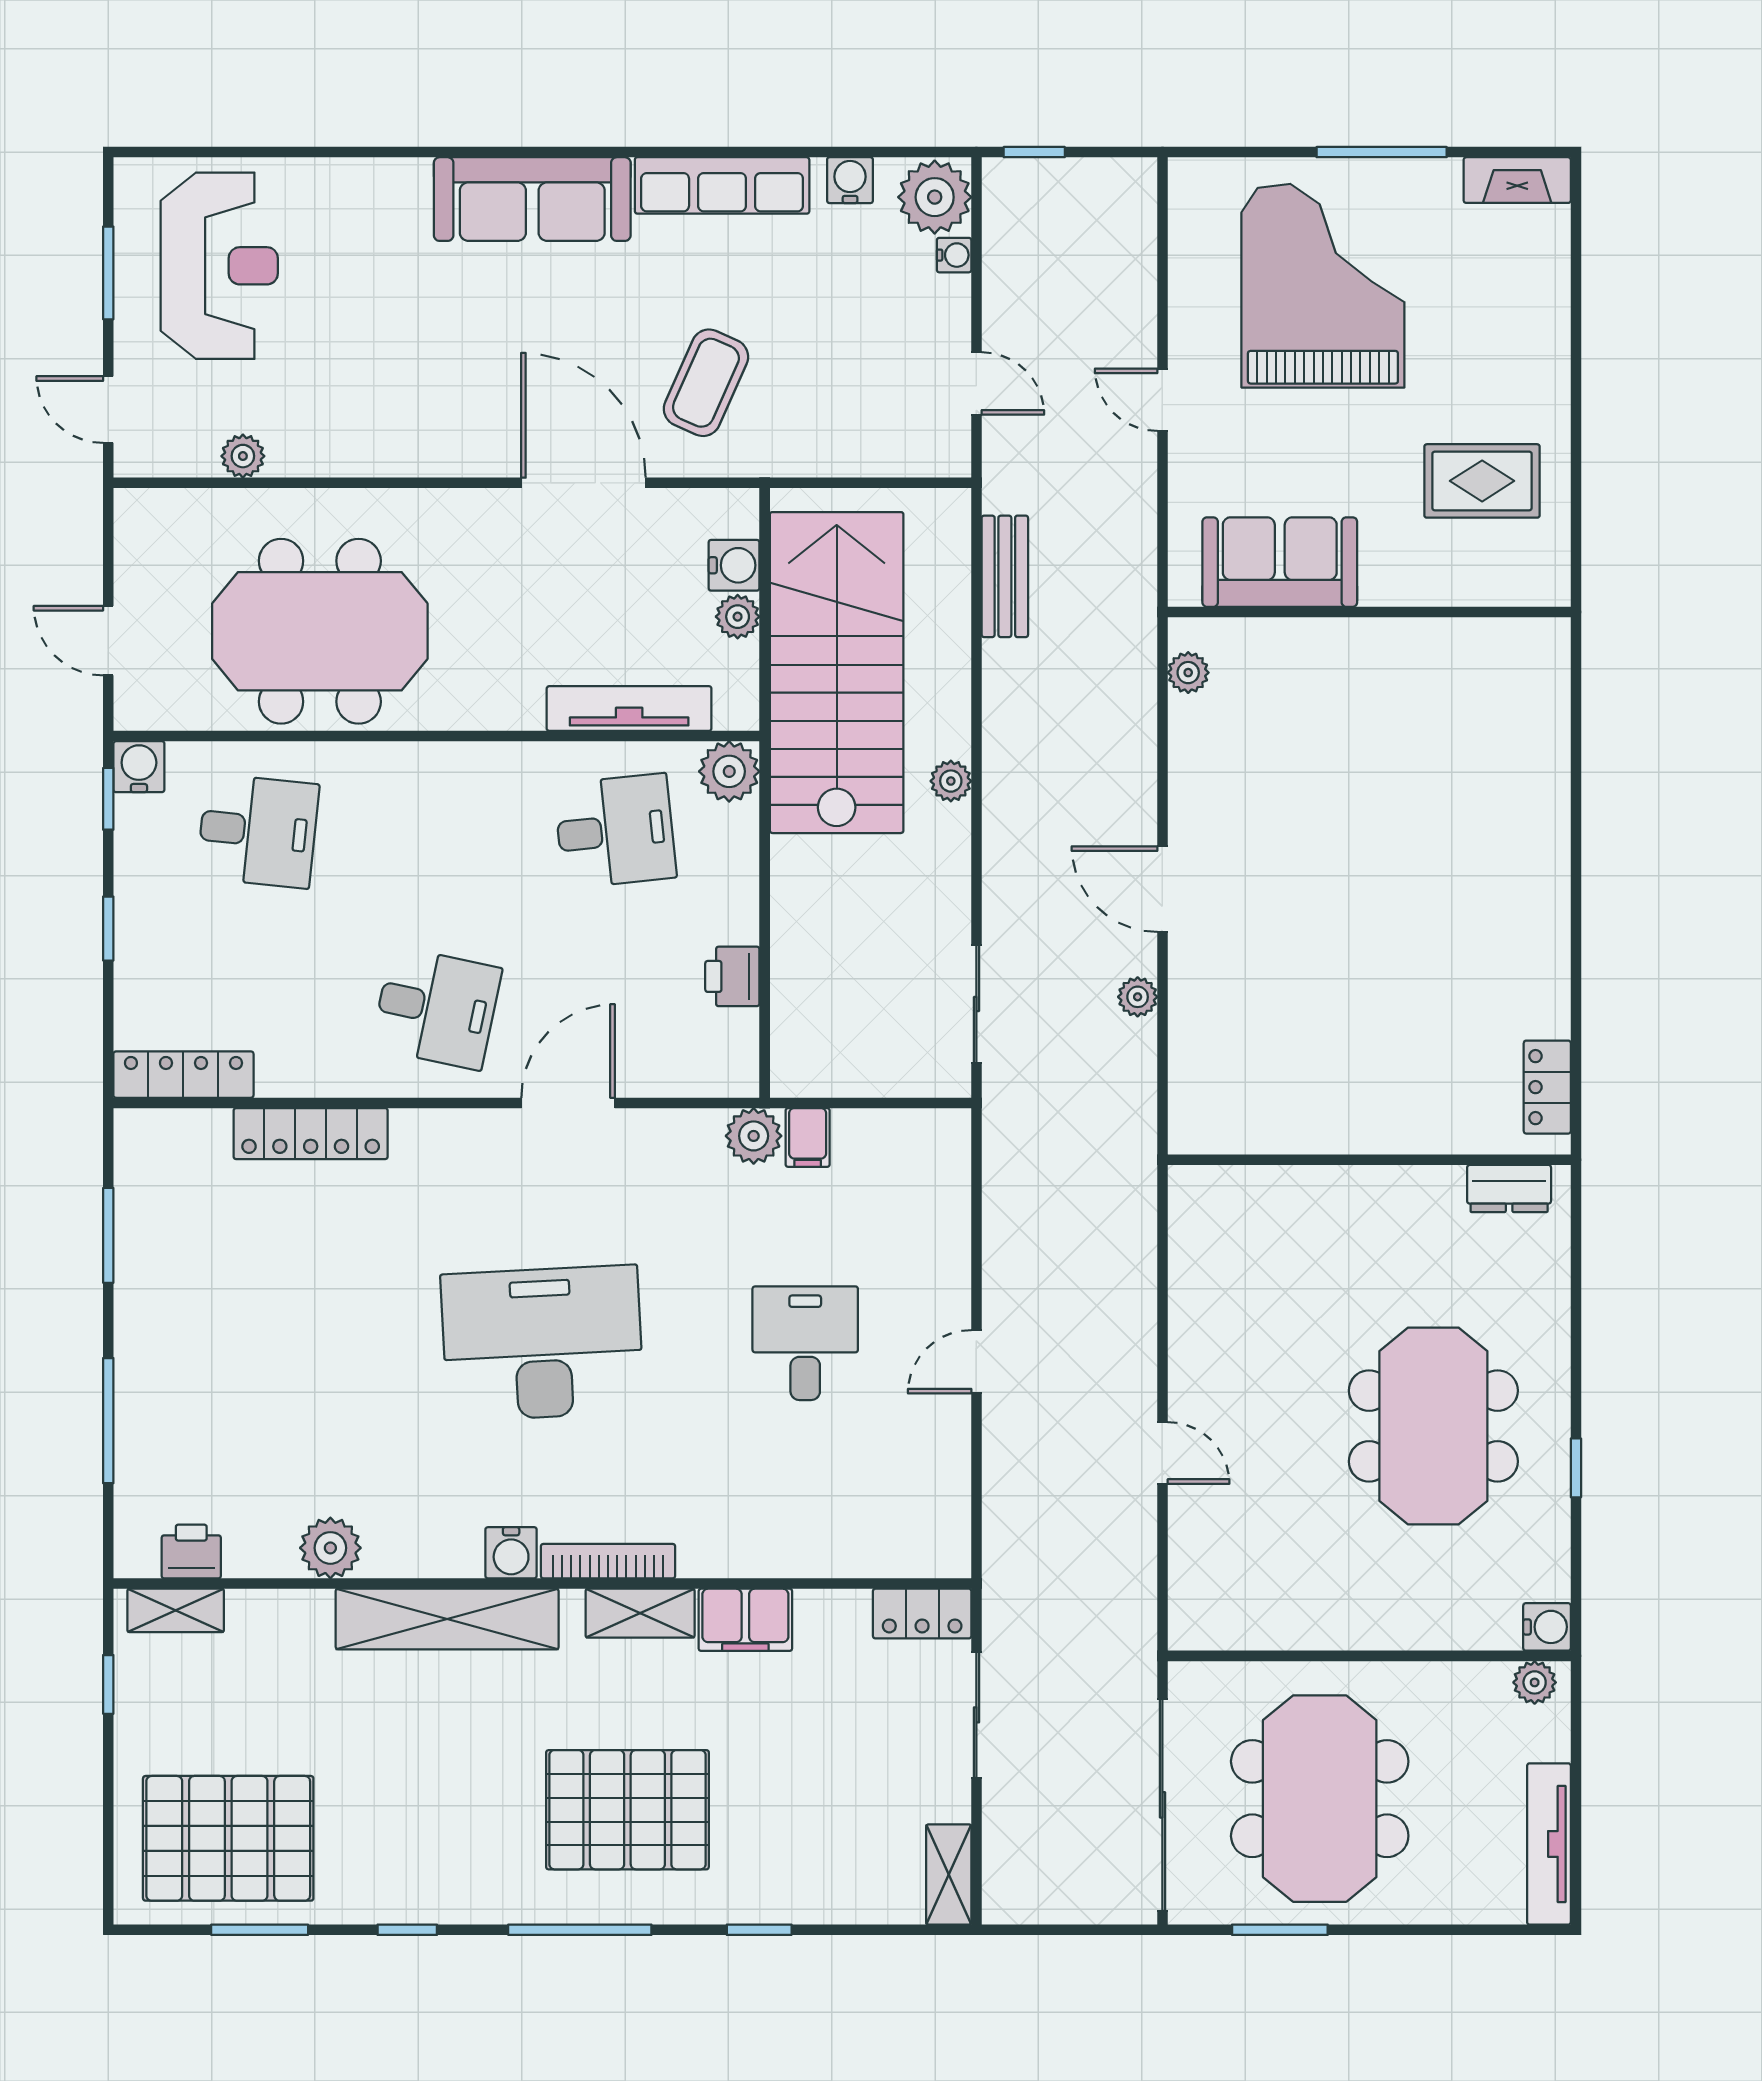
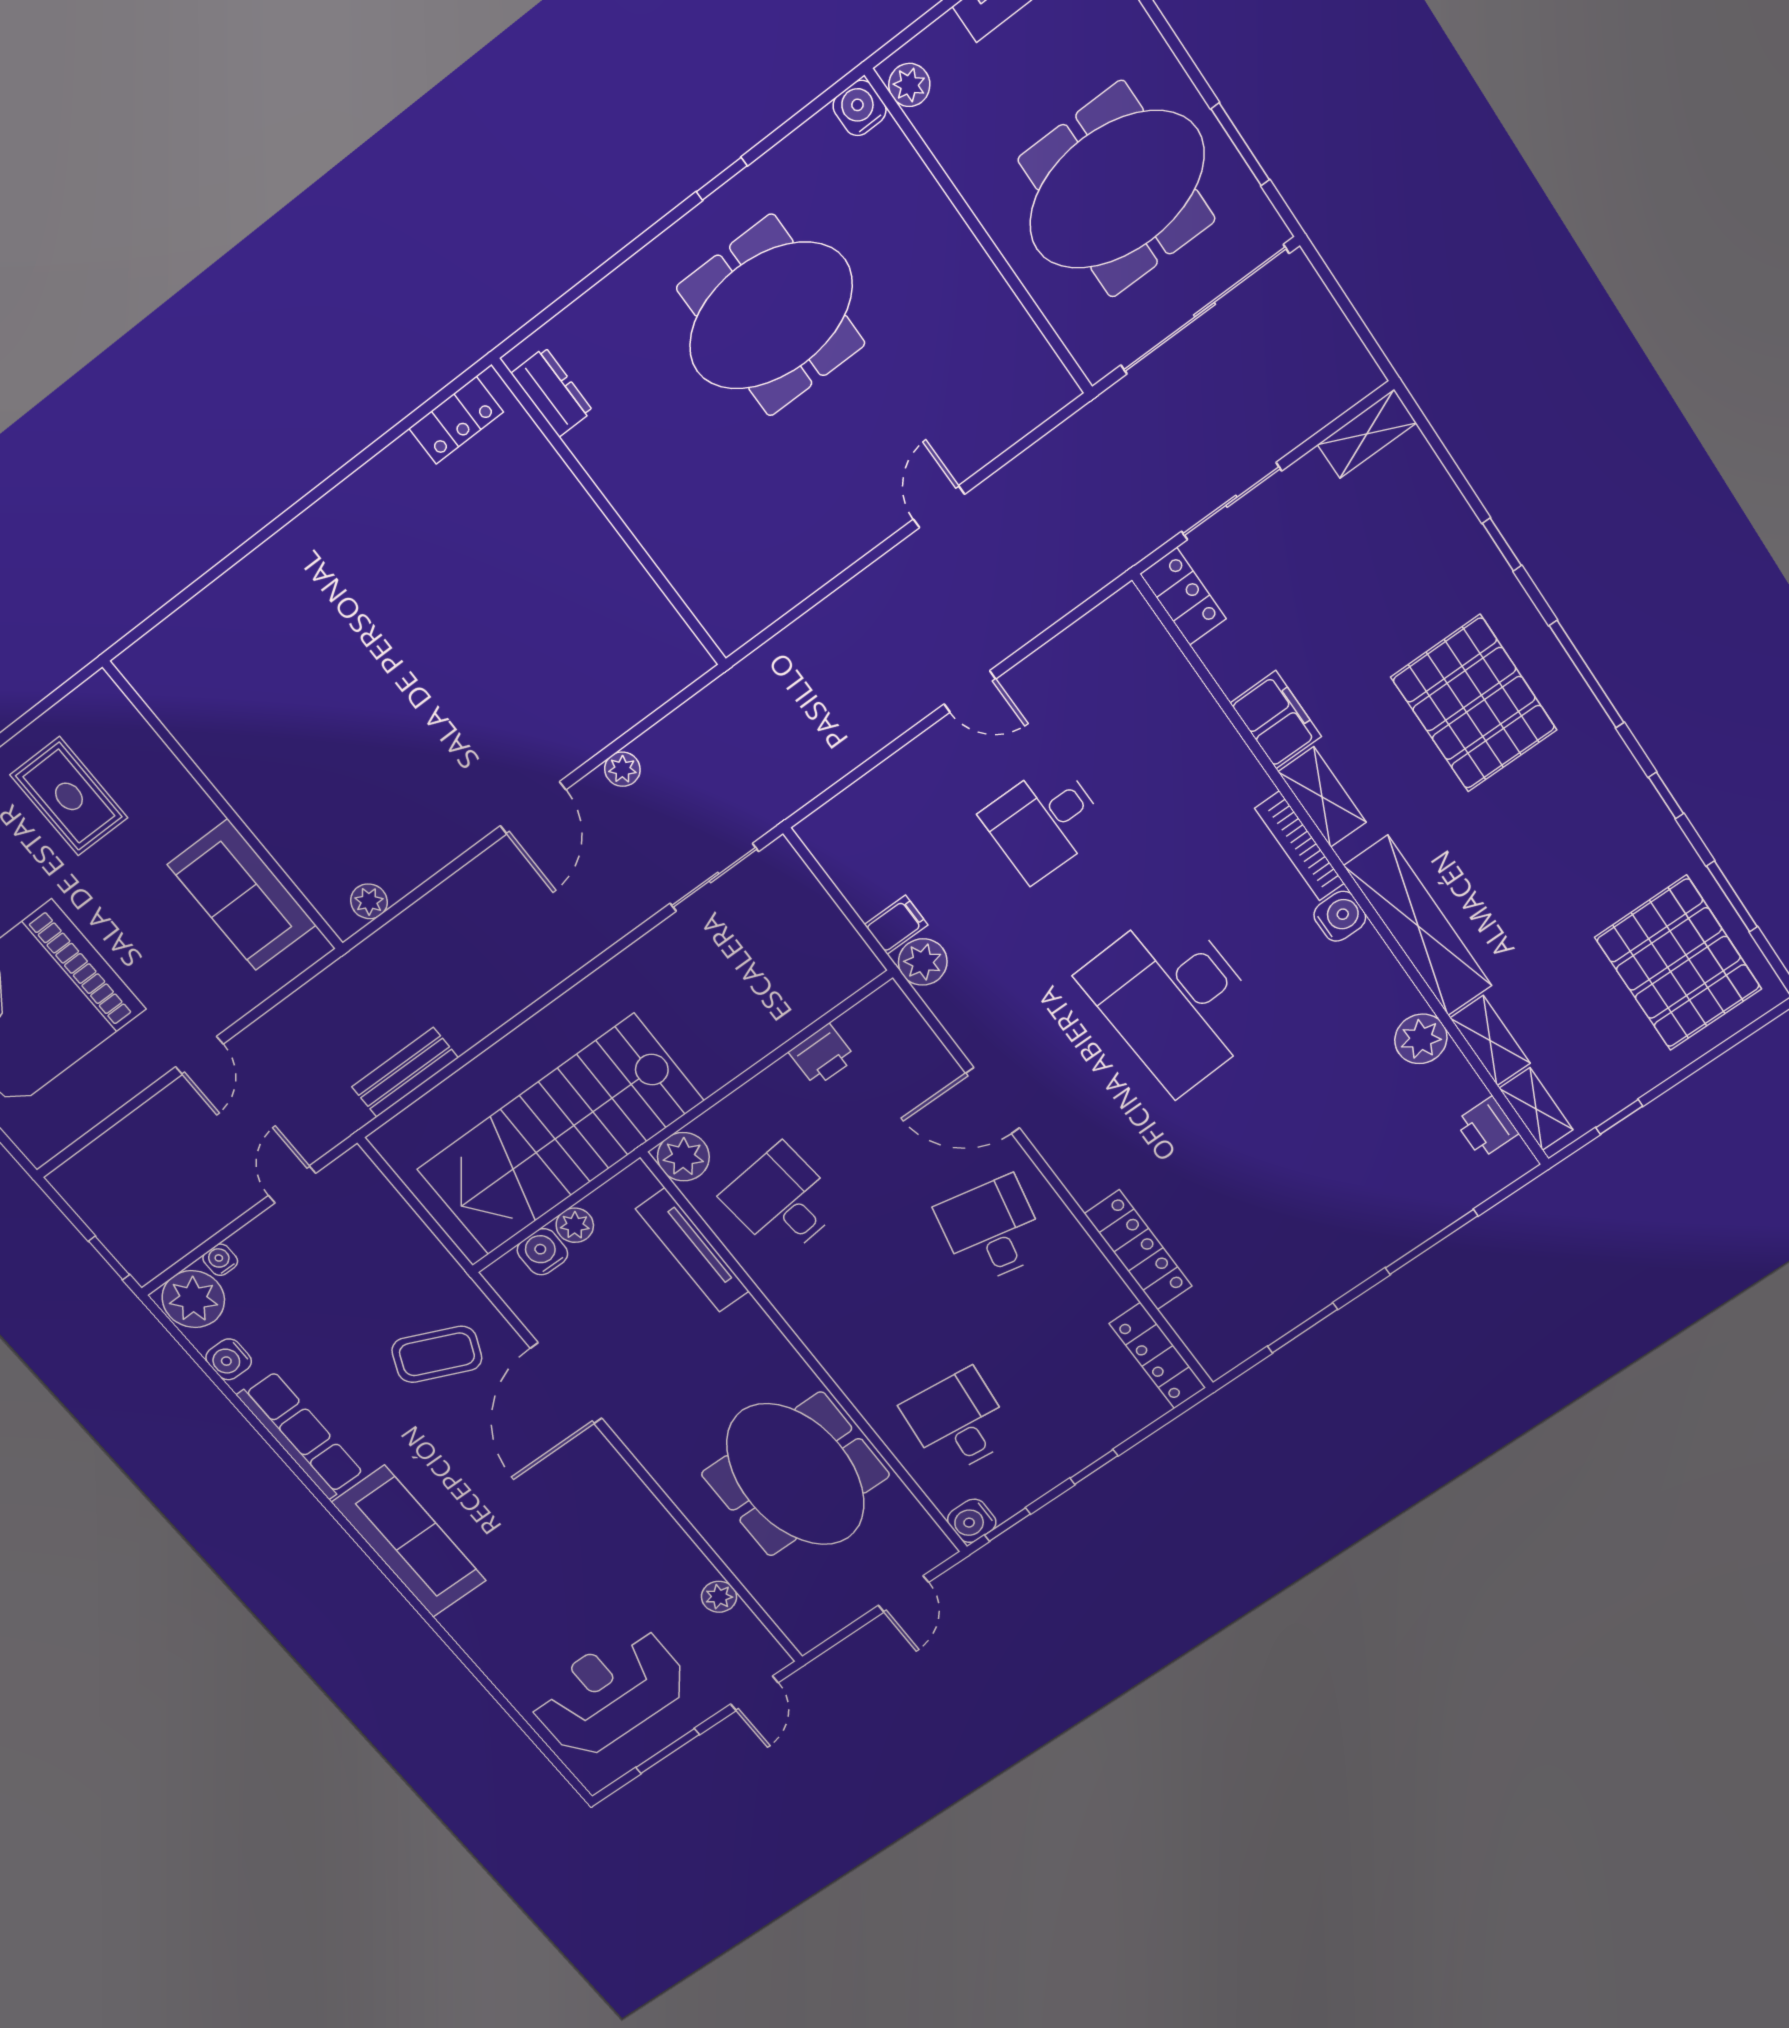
plant: (951, 781) -> (573, 1007), removed
shelving: (280, 1612) -> (1490, 1041), added

